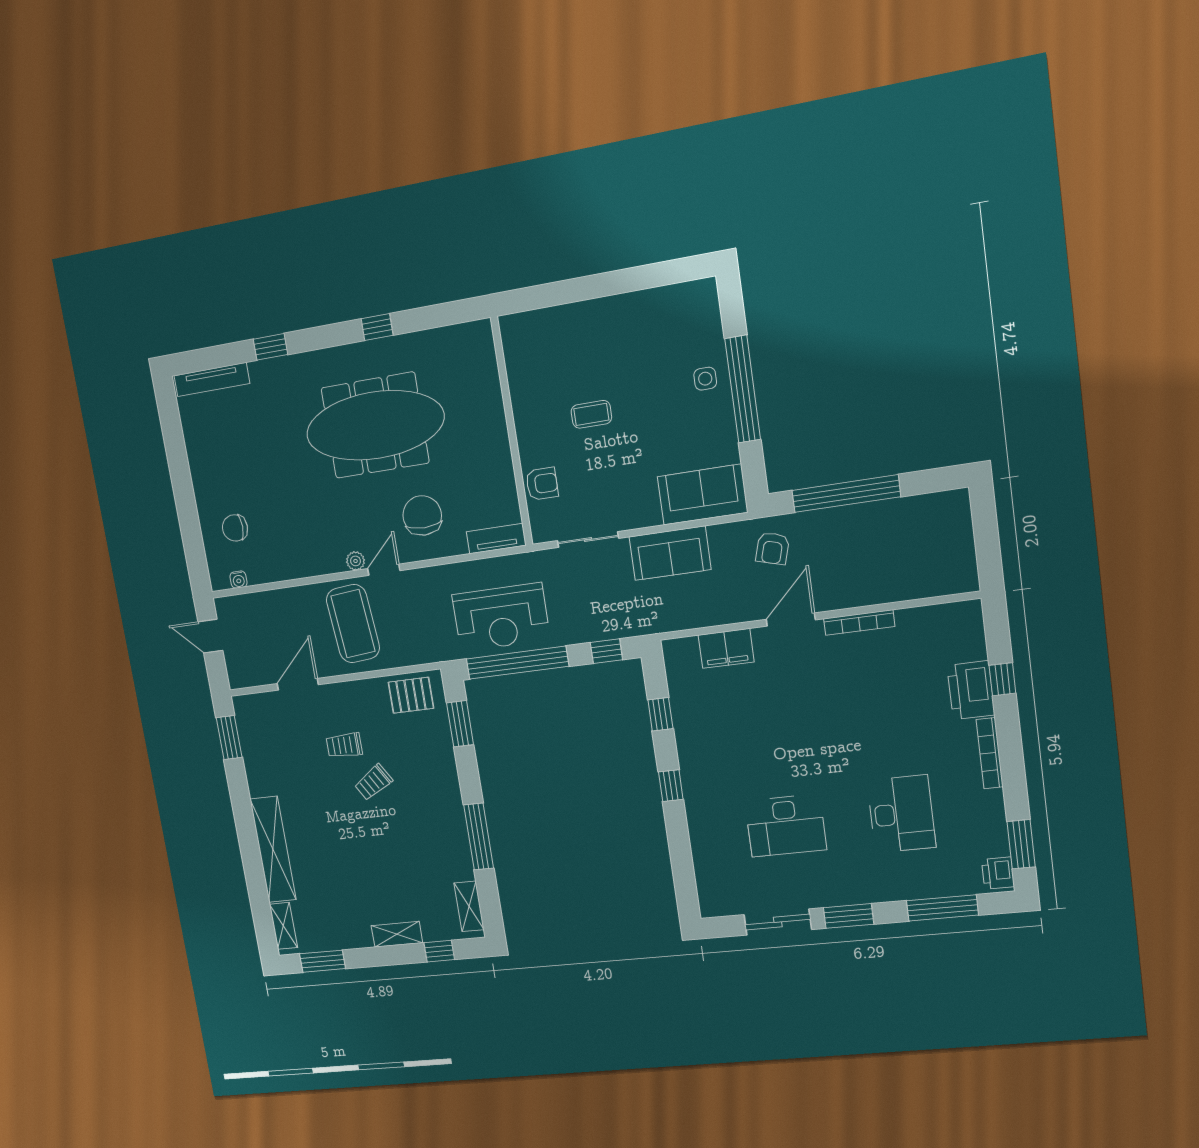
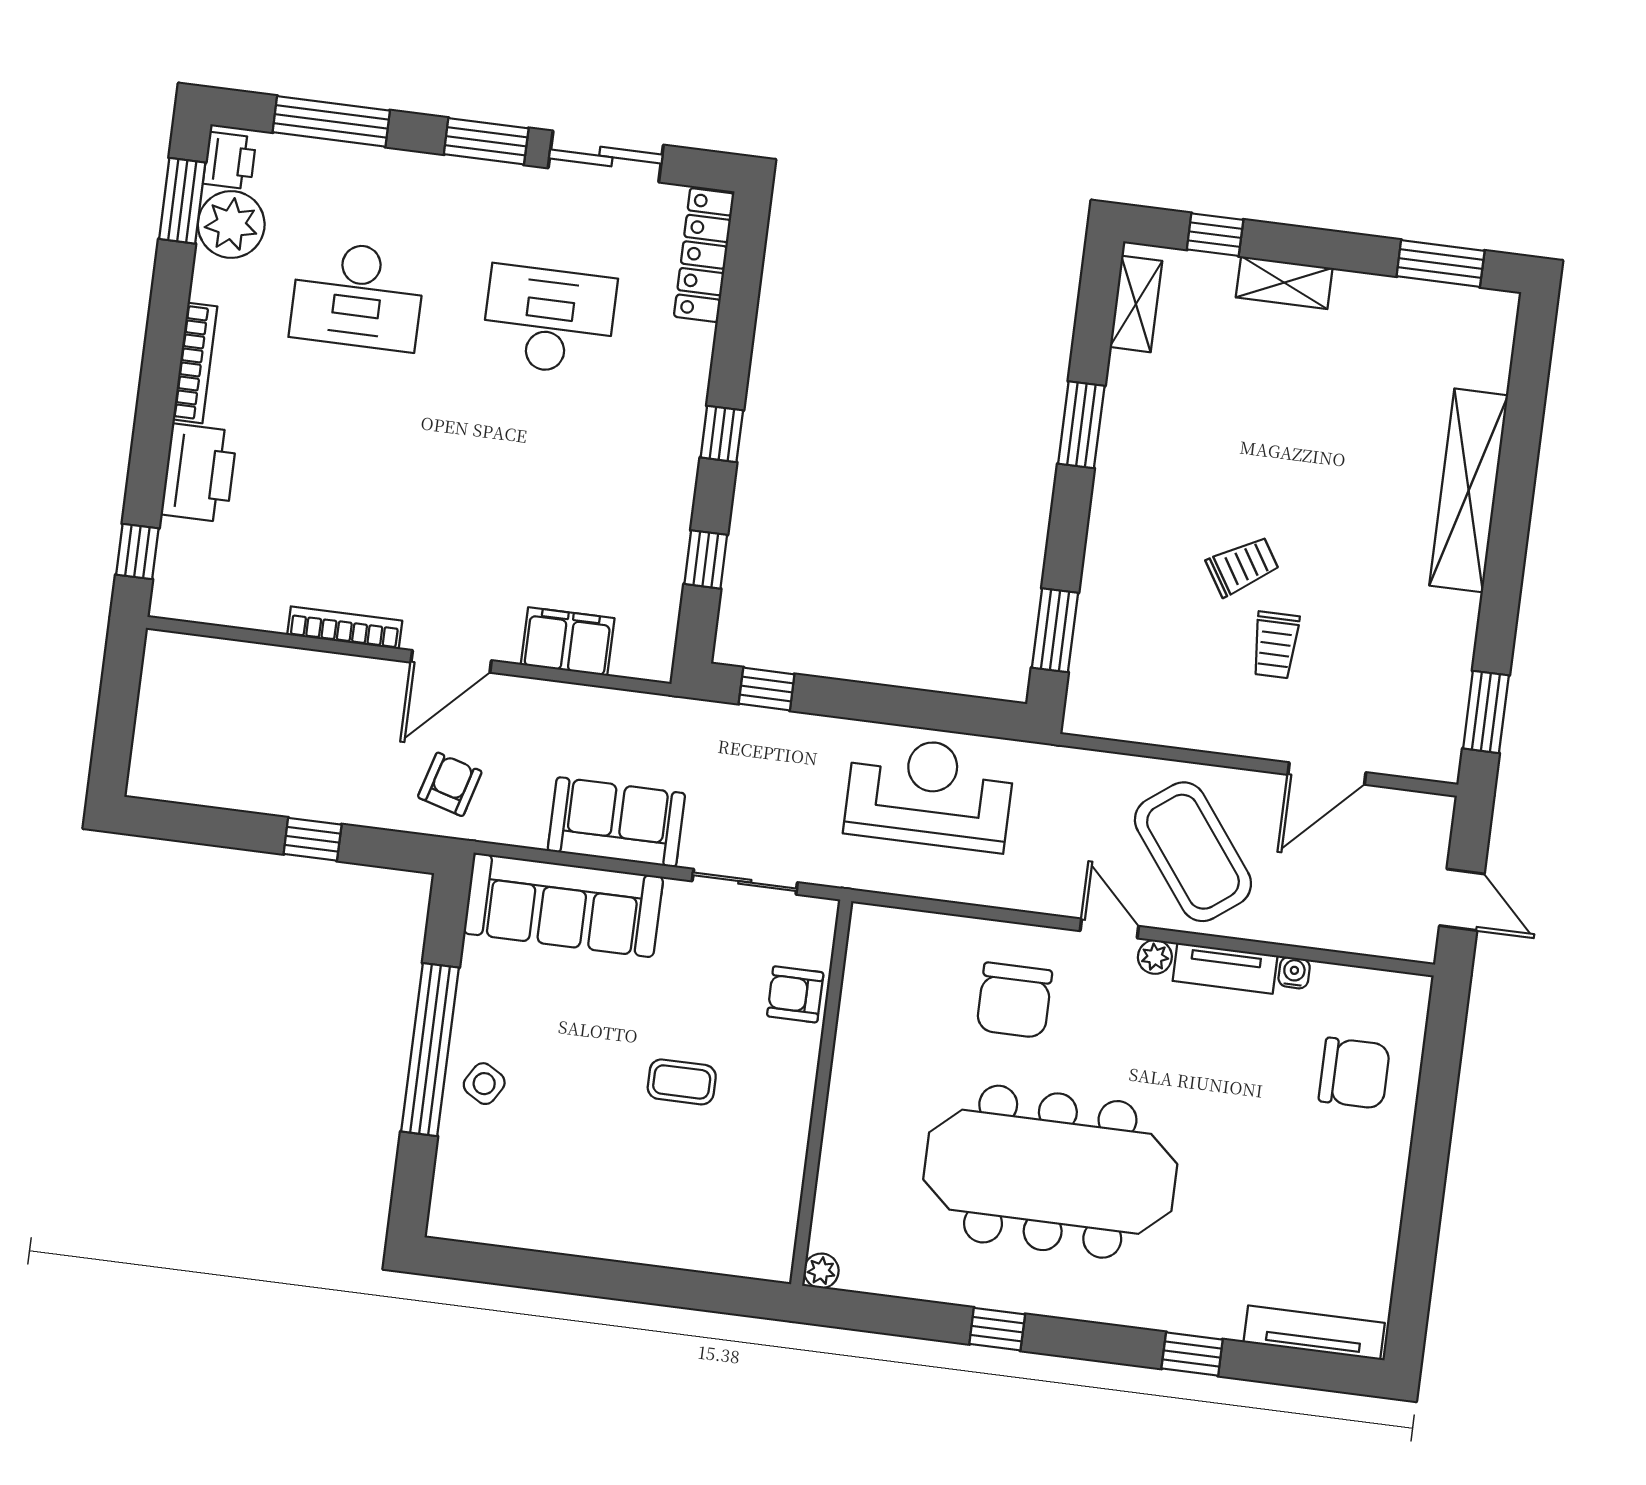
plant: (482, 329) -> (821, 1271), added
side table: (705, 379) -> (484, 1084), turned 31
window: (846, 494) -> (313, 839), width x0.32
sofa: (702, 495) -> (563, 905), width x1.36
chair: (235, 528) -> (1354, 1073), width x1.37, depth x1.37
tv unit: (496, 539) -> (1225, 968), moved
door: (384, 570) -> (1109, 929), swing flipped
water cooler: (239, 580) -> (1294, 973), moved
coffee table: (353, 624) -> (1193, 852), turned -32
window: (517, 663) -> (924, 709), removed
window: (1002, 679) -> (137, 551), moved
pallet: (411, 695) -> (1127, 702), removed
trolley: (344, 745) -> (1275, 645), turned 90
desk: (901, 814) -> (358, 296), turned -90
window: (479, 837) -> (1081, 425), width x0.69
plant: (988, 837) -> (231, 224), added
locker: (708, 881) -> (704, 255), added
shelving: (283, 926) -> (1495, 345), removed

